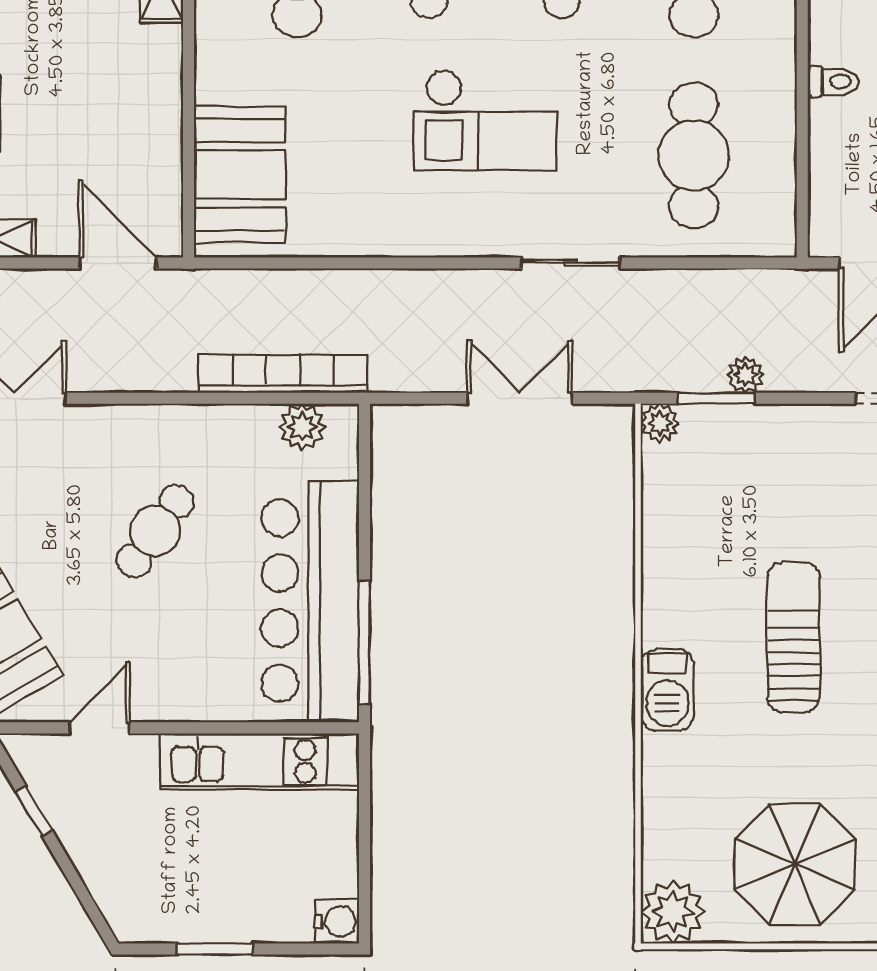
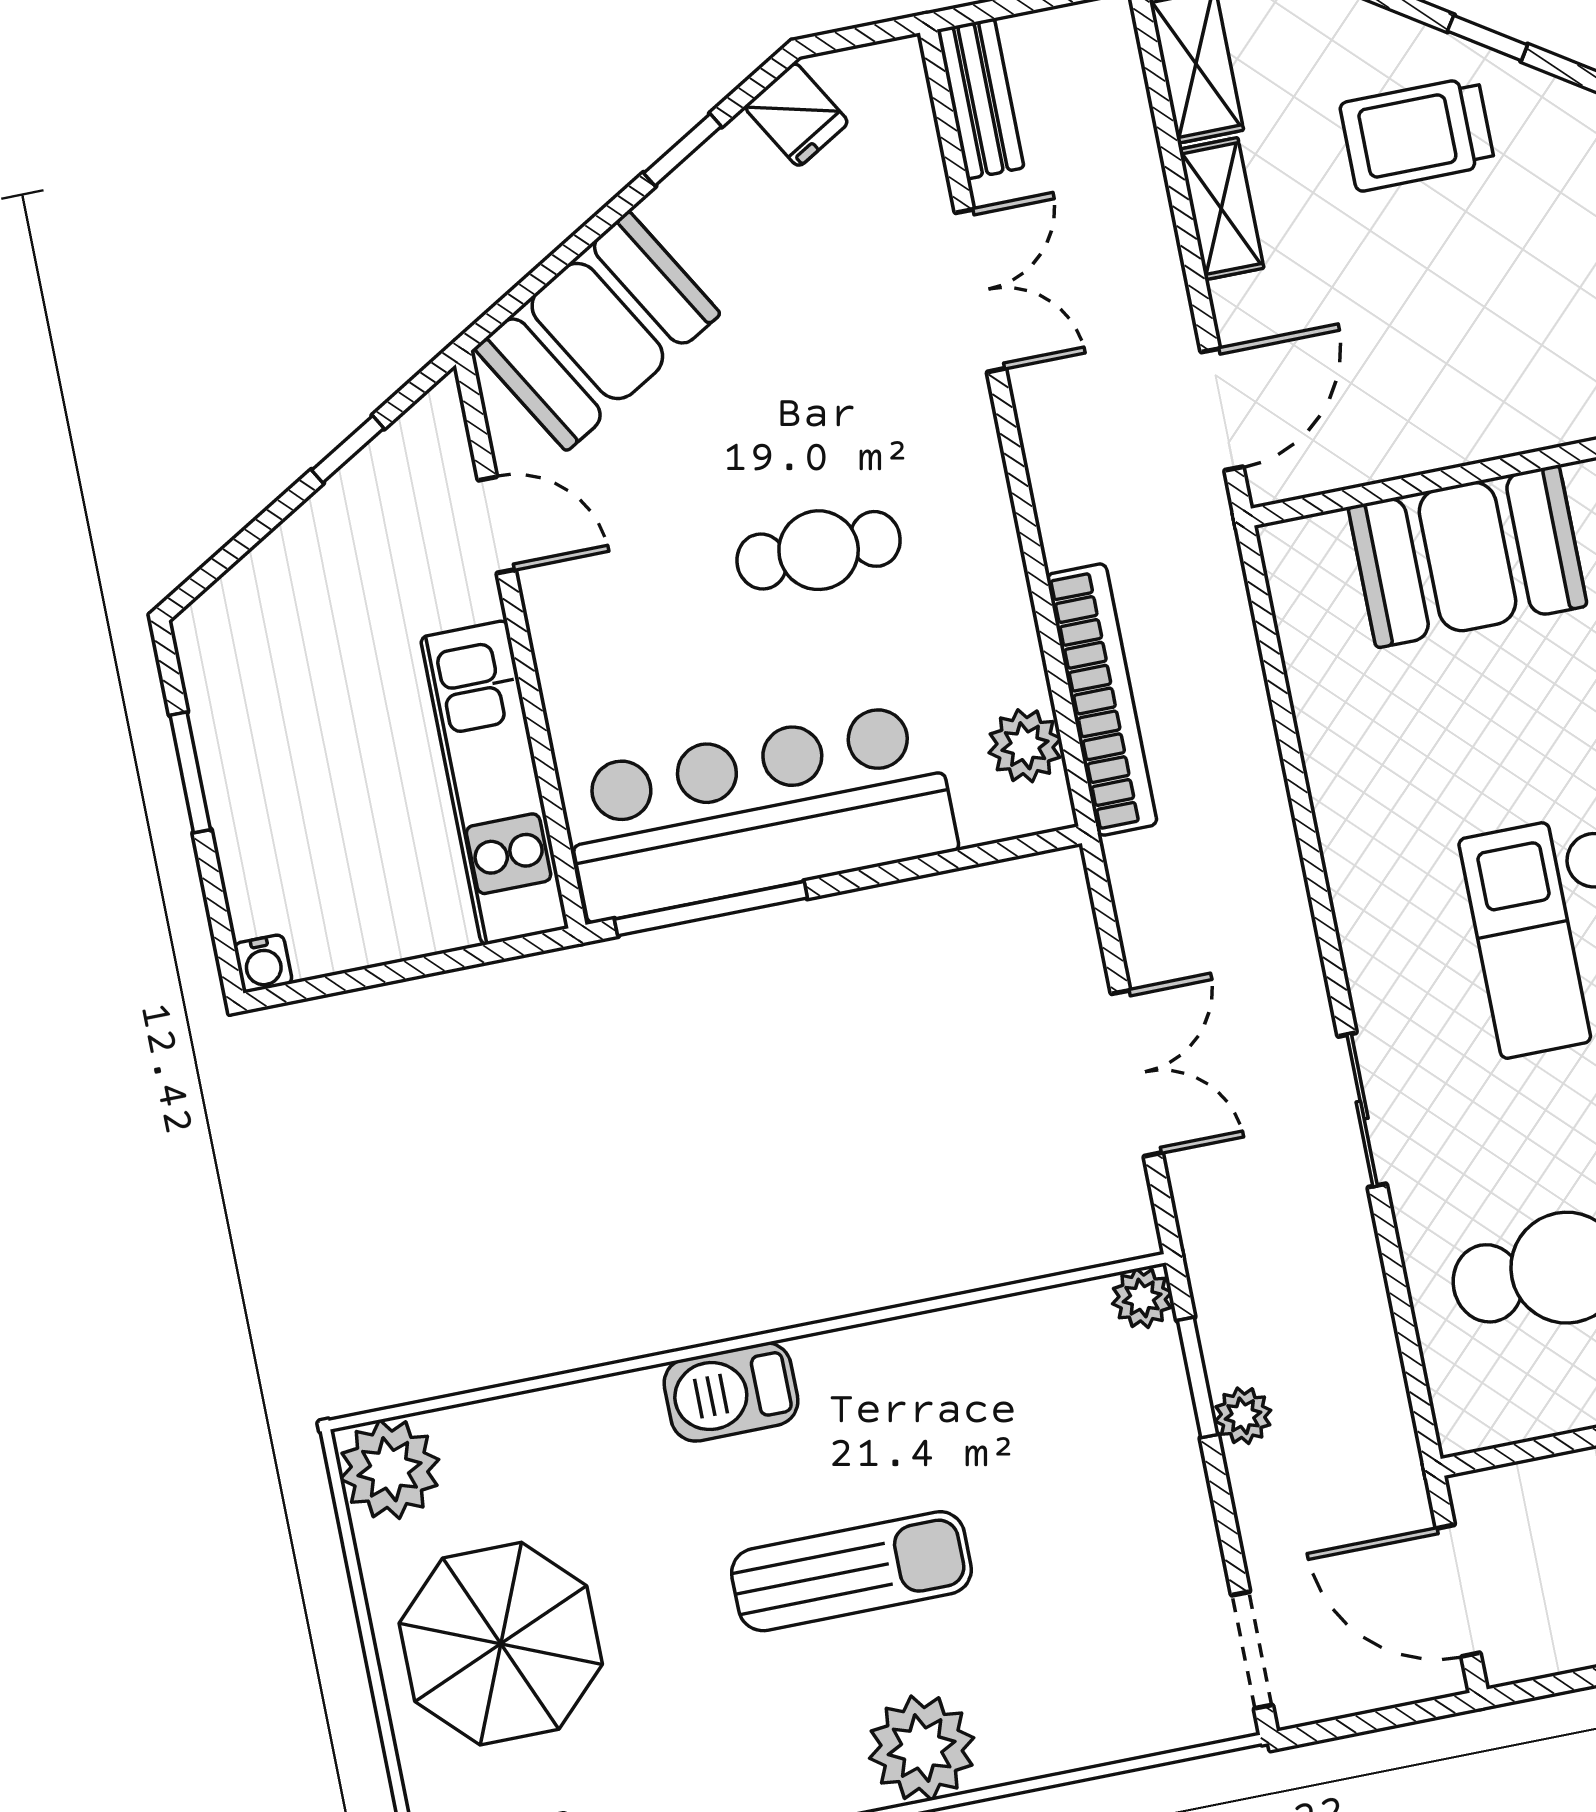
booth: (240, 175) -> (1468, 556), moved
cafe table: (155, 531) -> (819, 550), turned -36
water cooler: (337, 921) -> (263, 964), width x0.72, depth x0.72

